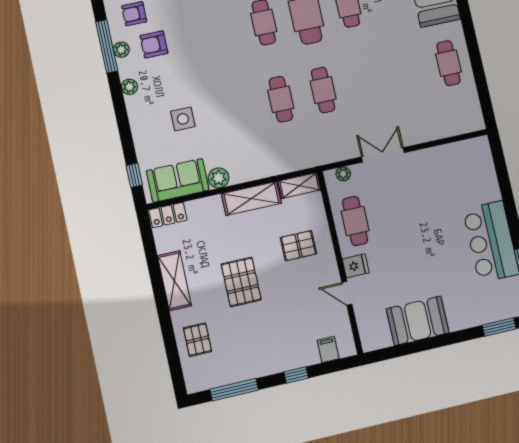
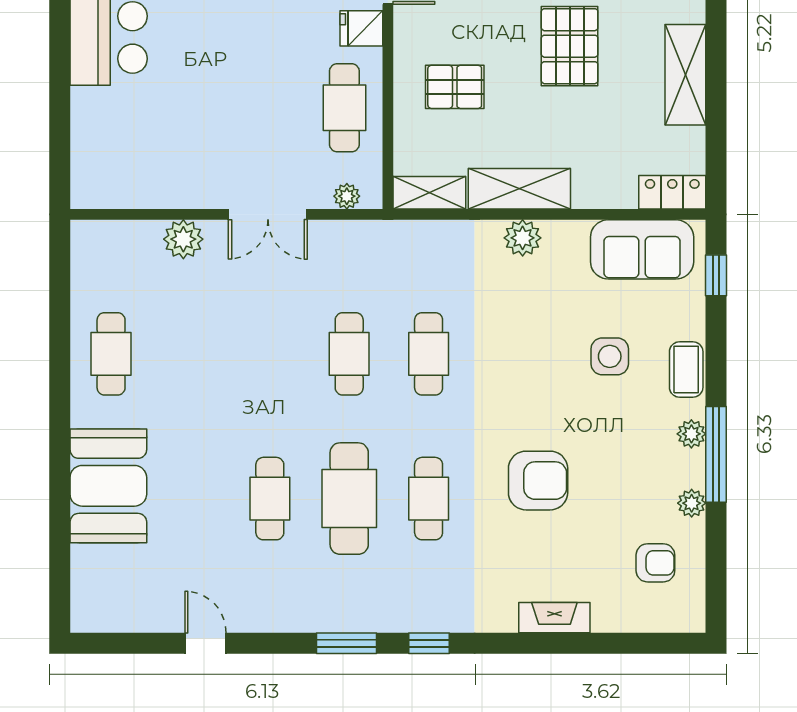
armchair: (154, 44) -> (538, 481), moved, width x1.38, depth x1.38
window: (107, 46) -> (716, 454), moved
coffee table: (140, 121) -> (686, 369), added
plant: (425, 132) -> (183, 239), added
plant: (219, 178) -> (523, 238), moved

